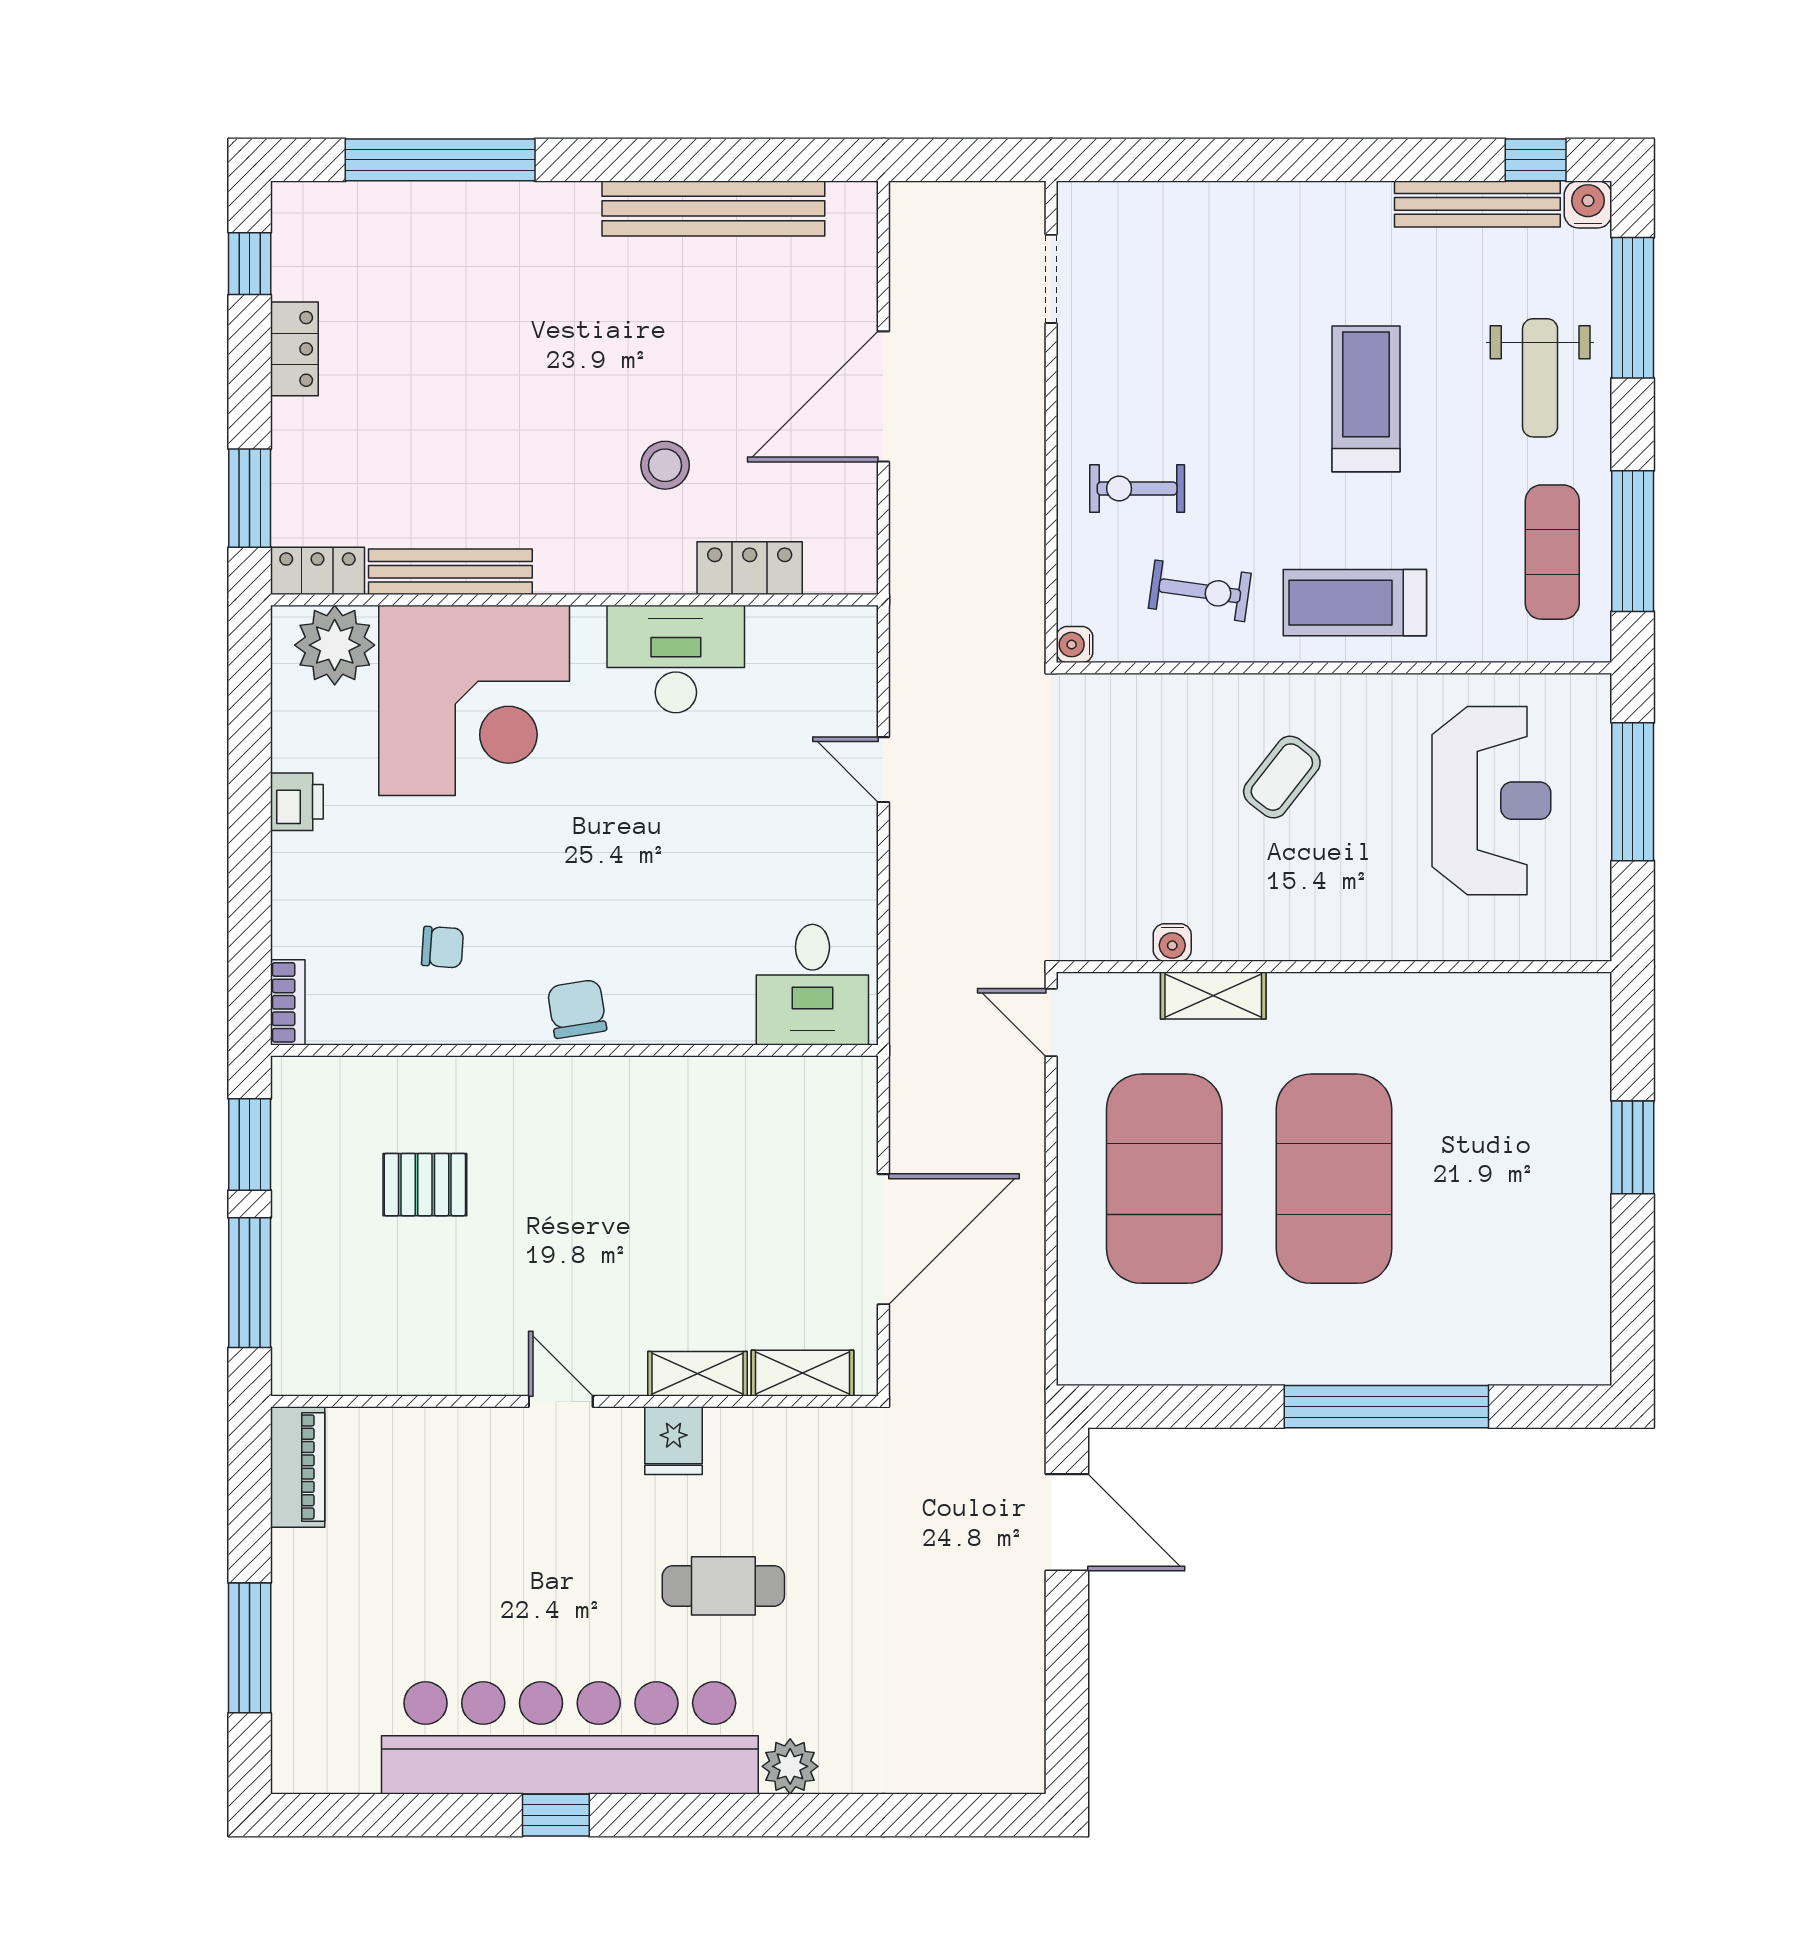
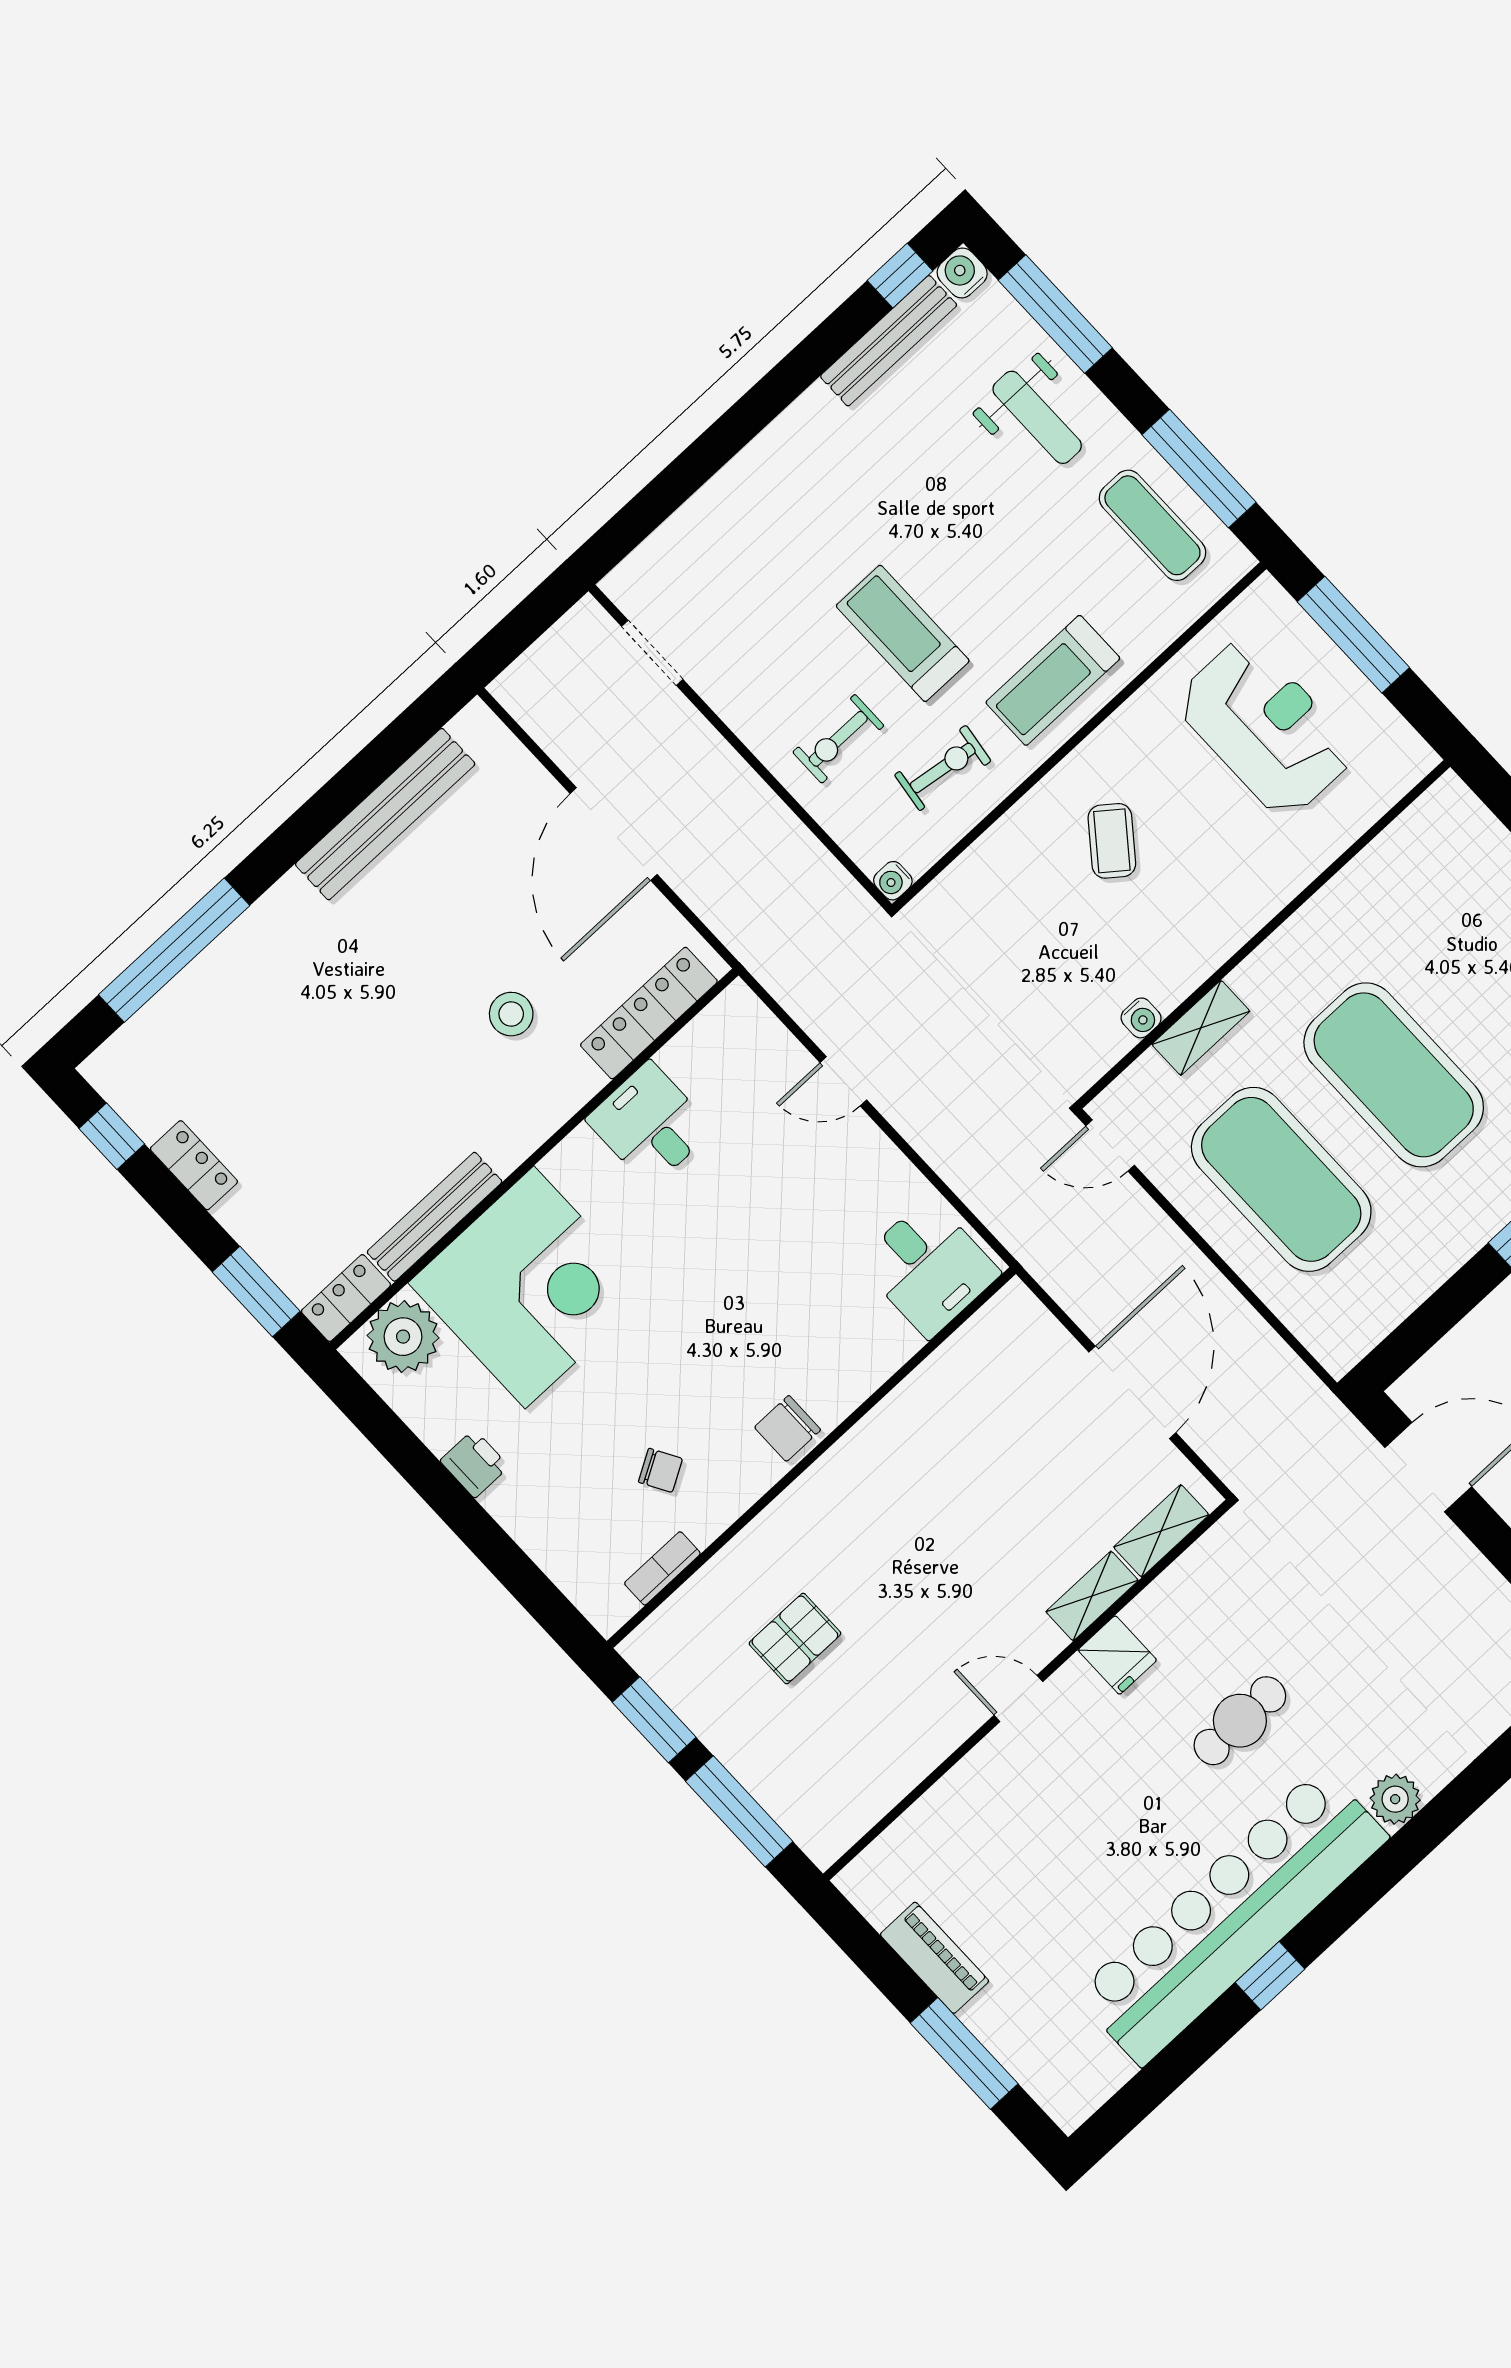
treadmill: (1366, 399) -> (903, 633), moved
locker: (750, 568) -> (649, 1013), width x1.53
desk: (676, 659) -> (650, 1124), width x0.73
chair: (442, 947) -> (660, 1470), turned 56
bookcase: (288, 1002) -> (662, 1568), moved, turned -90
chair: (577, 1009) -> (788, 1428), turned -81
piano: (298, 1467) -> (934, 1958), moved

